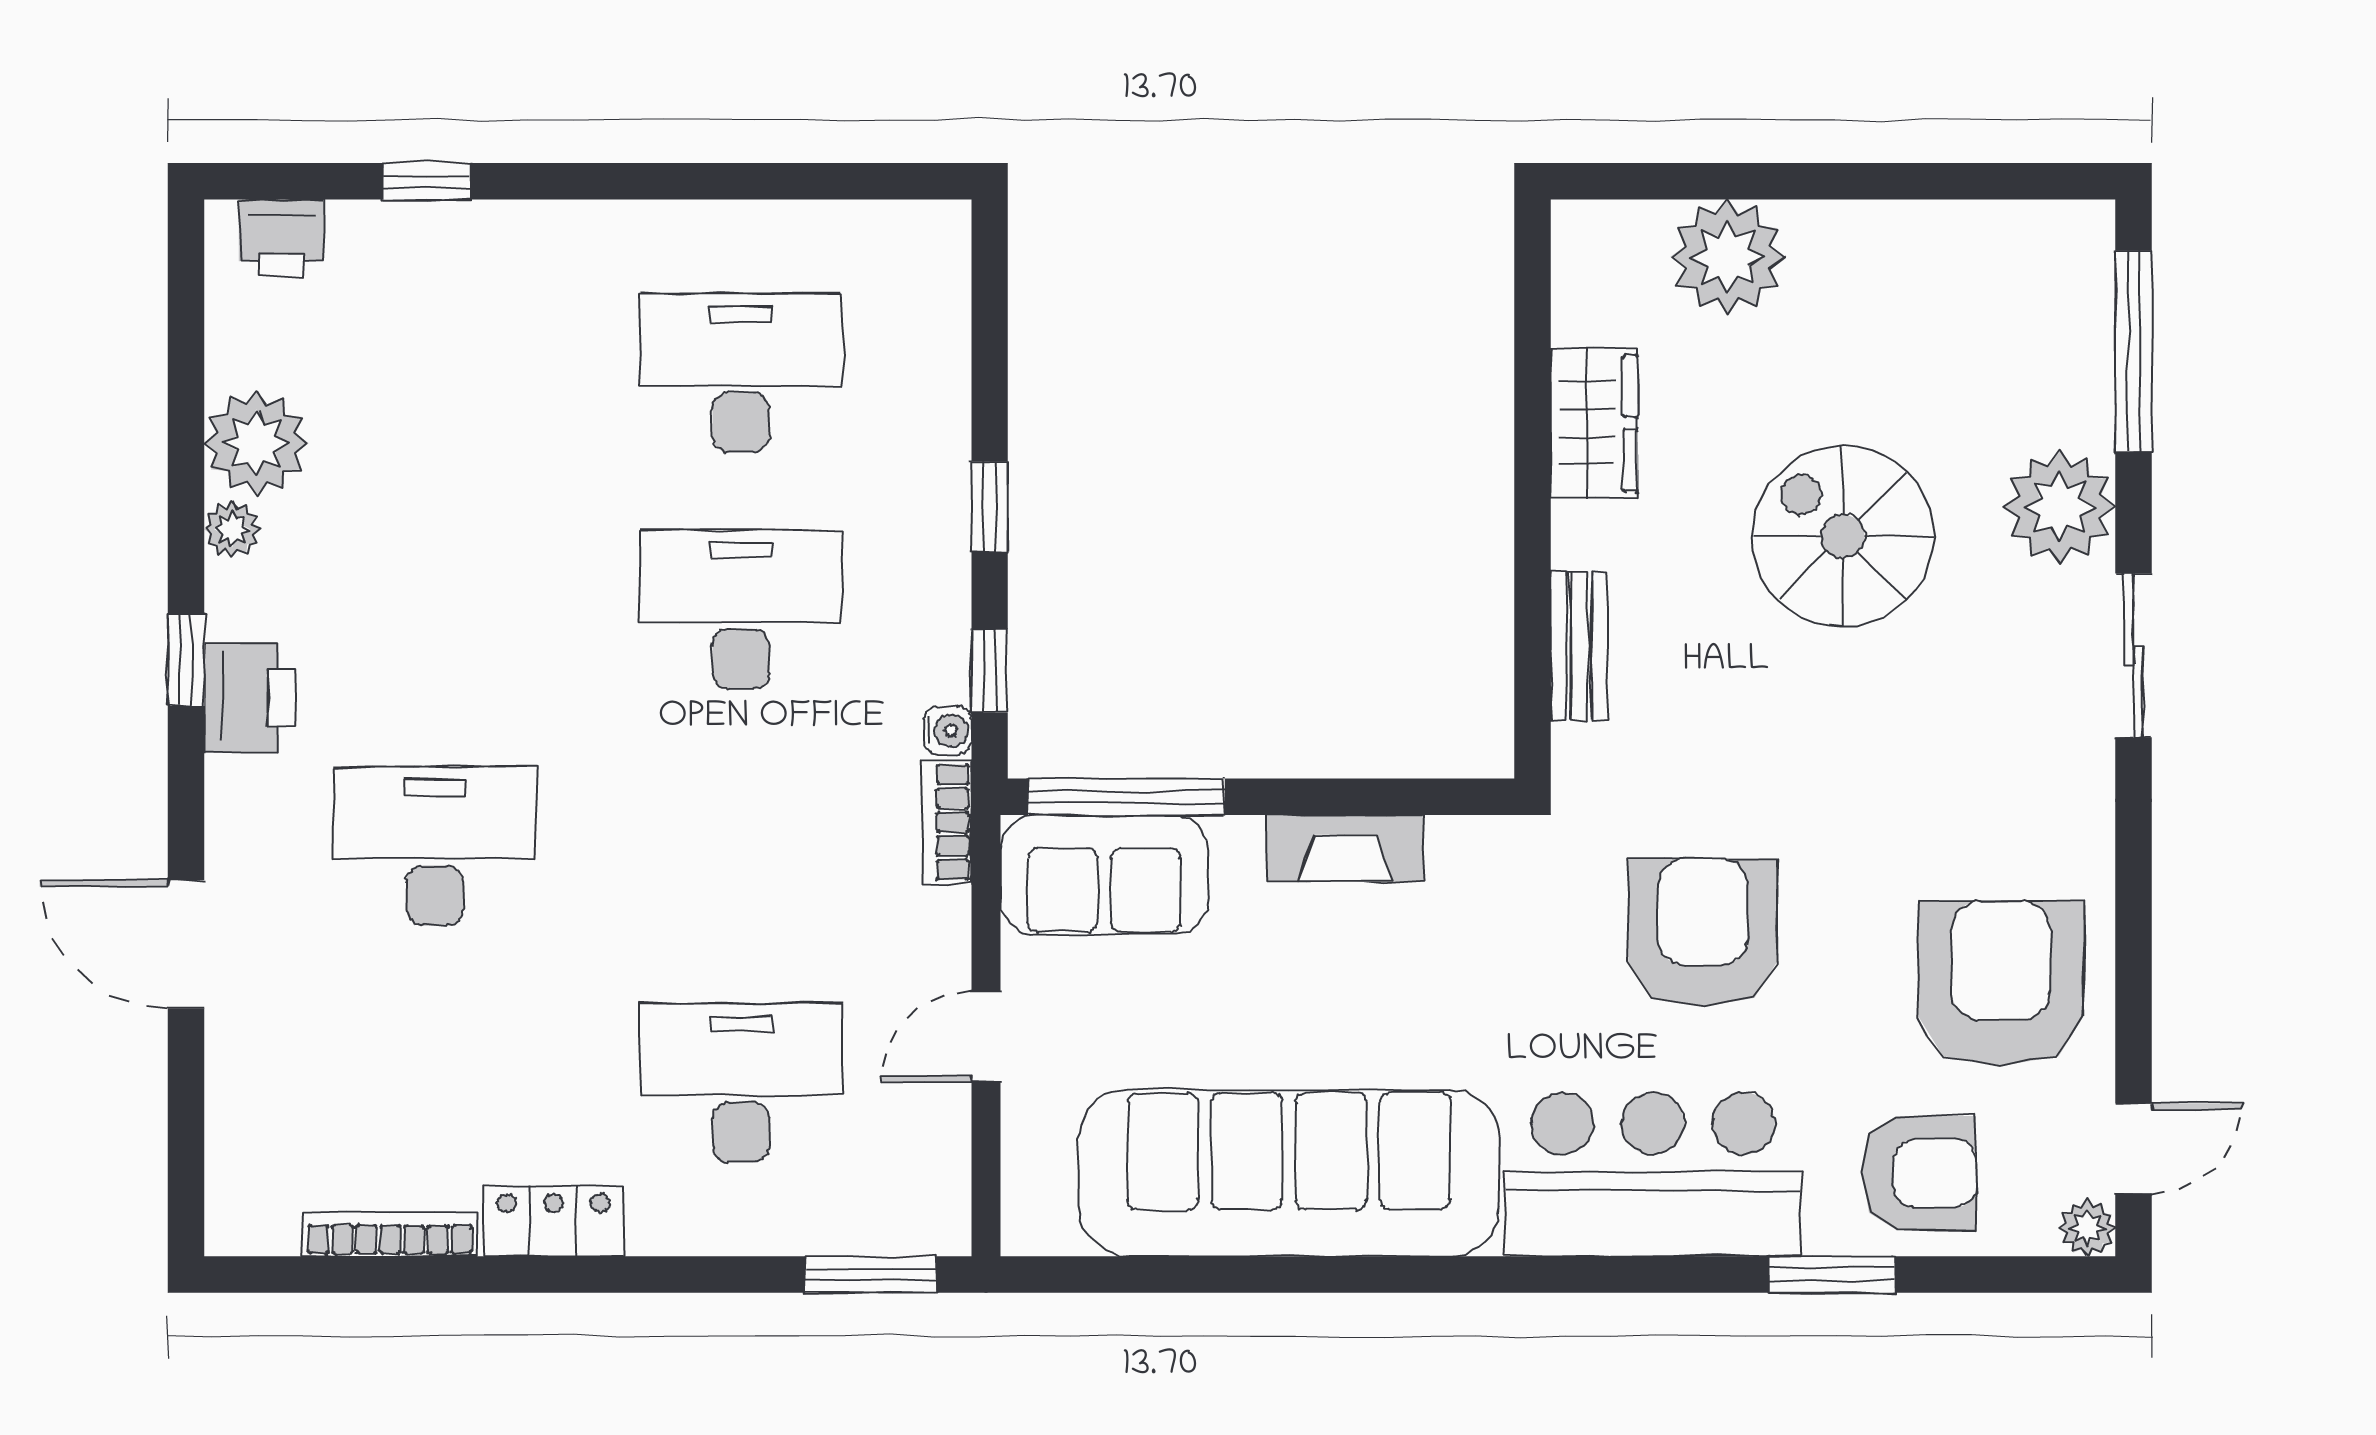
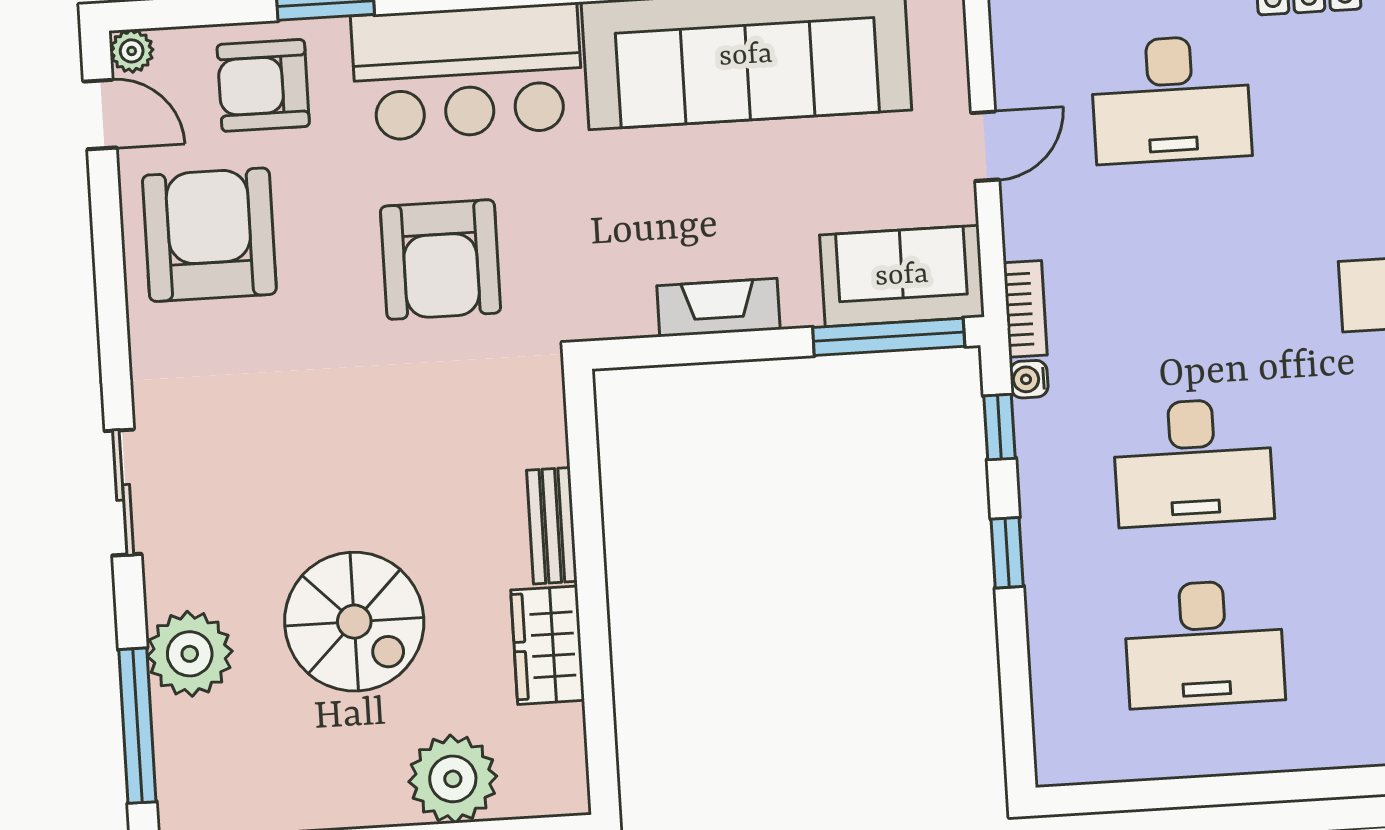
plant: (2060, 507) -> (190, 654), moved
spiral stairs: (1843, 536) -> (354, 622), moved
bench: (1579, 646) -> (552, 526), moved
armchair: (2001, 983) -> (209, 235), turned 180
door: (2133, 1148) -> (100, 114), swing flipped

